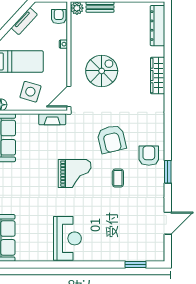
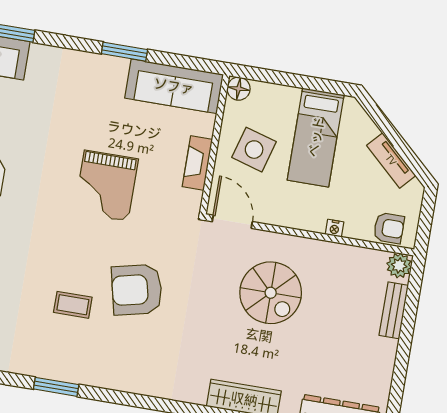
fireplace: (52, 119) -> (197, 163), moved
armchair: (149, 156) -> (93, 356), removed
grand piano: (75, 174) -> (106, 186), moved
coffee table: (118, 178) -> (73, 305), moved

